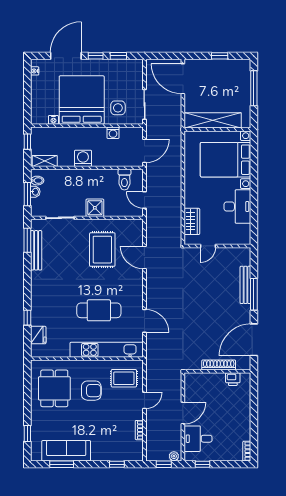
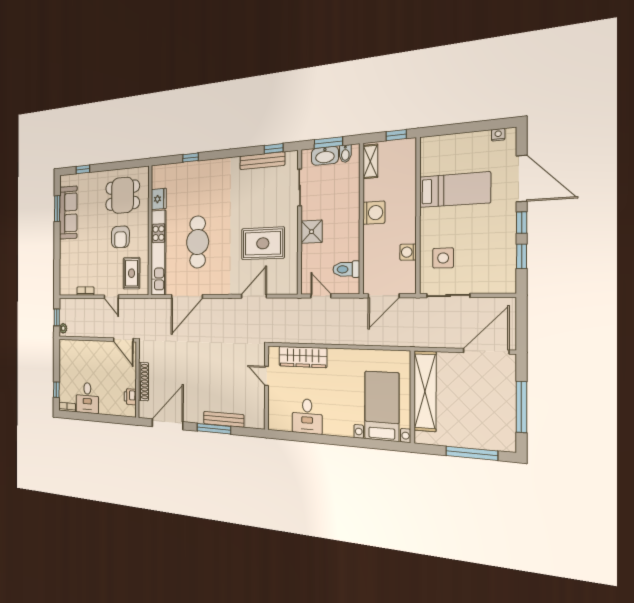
window: (220, 56) -> (521, 407), width x2.17
bed: (82, 100) -> (454, 190), width x0.49
nightstand: (53, 120) -> (426, 168), removed
door: (144, 151) -> (384, 296), hinge flipped
bed with nightstands: (226, 160) -> (382, 406), width x0.73
washbasin: (35, 192) -> (325, 156), width x1.91, depth x1.45
door: (144, 200) -> (321, 296), hinge flipped
desk: (237, 206) -> (307, 416), width x0.73
wardrobe: (192, 221) -> (303, 357), width x1.50
window: (27, 240) -> (274, 149), width x0.67
door: (144, 321) -> (187, 296), width x1.36
fridge: (38, 335) -> (159, 199), moved, turned -90
door: (254, 340) -> (167, 424), hinge flipped
door: (183, 413) -> (123, 340), moved
desk: (198, 439) -> (87, 398), moved, turned 180
window: (117, 464) -> (57, 267), removed
window: (202, 464) -> (56, 390), moved

